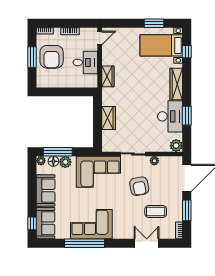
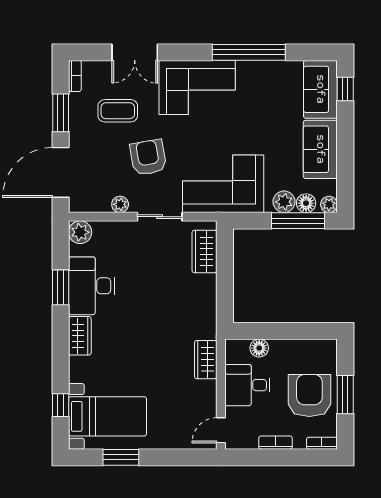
floor lamp: (79, 83) -> (259, 348), added
wardrobe: (176, 84) -> (80, 336), width x0.67
wardrobe: (109, 118) -> (205, 252), moved
corner sofa: (91, 224) -> (197, 87), moved

